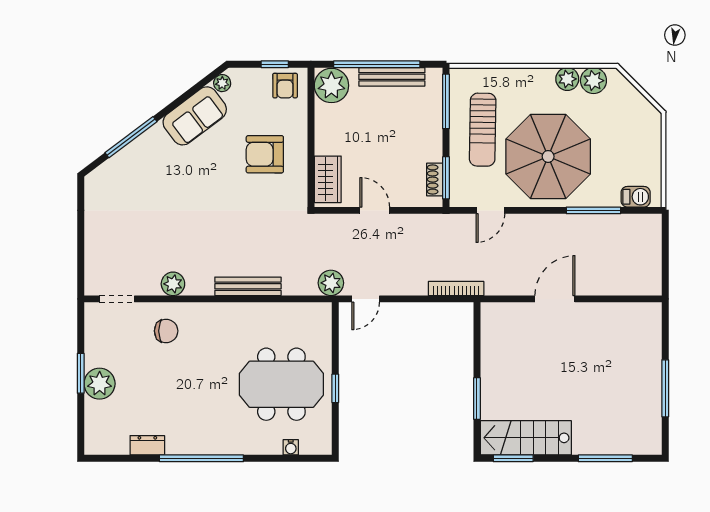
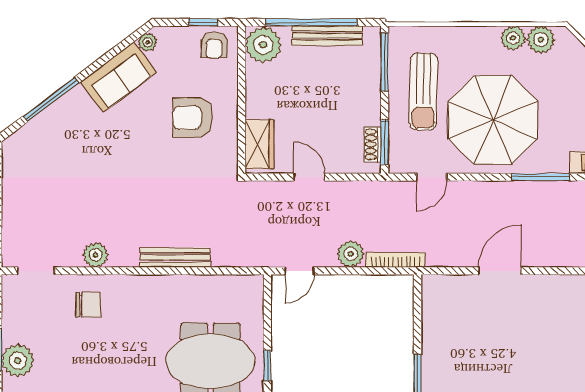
plant: (331, 283) -> (351, 254), moved

